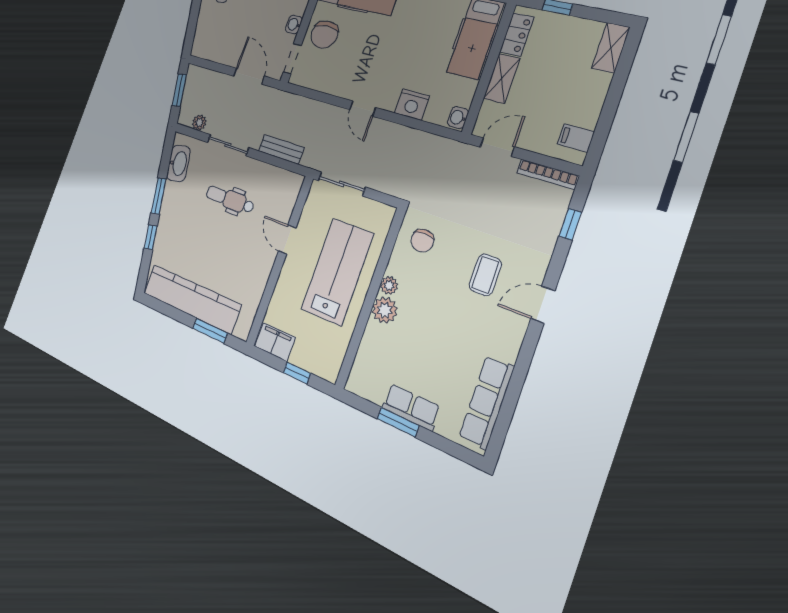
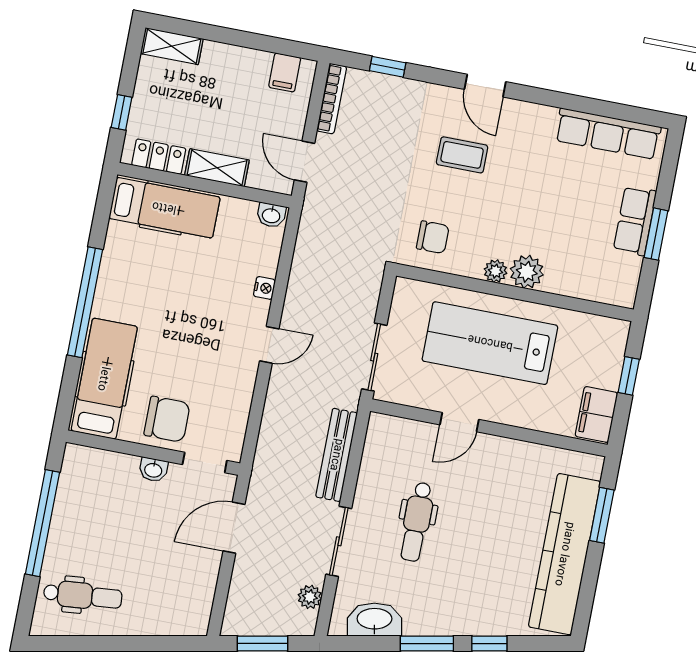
nightstand: (412, 104) -> (264, 288), width x0.53, depth x0.56
bench: (281, 149) -> (337, 455), width x1.36

